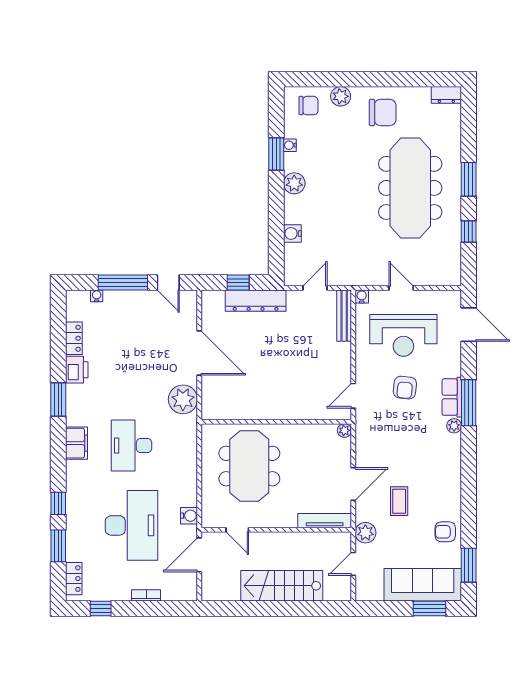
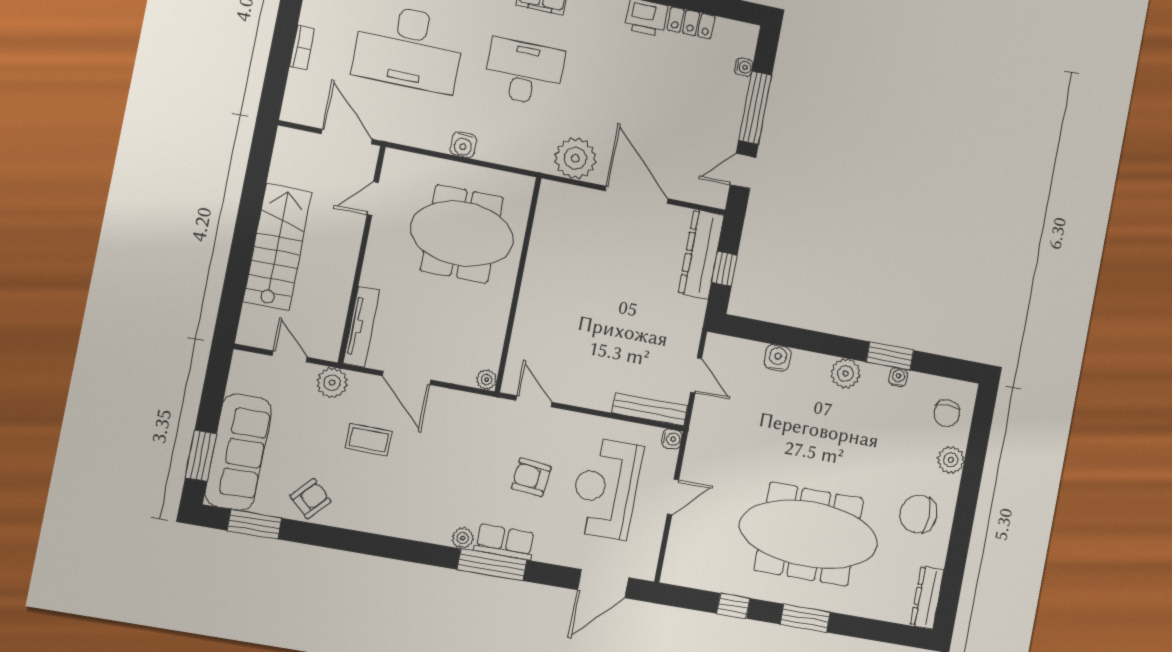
dresser: (446, 95) -> (927, 598), width x1.44
chair: (383, 112) -> (918, 514), turned 91
dresser: (256, 301) -> (701, 254), moved
door: (199, 353) -> (637, 195), swing flipped
water cooler: (189, 516) -> (463, 145), moved
armchair: (445, 532) -> (311, 499), turned 43

